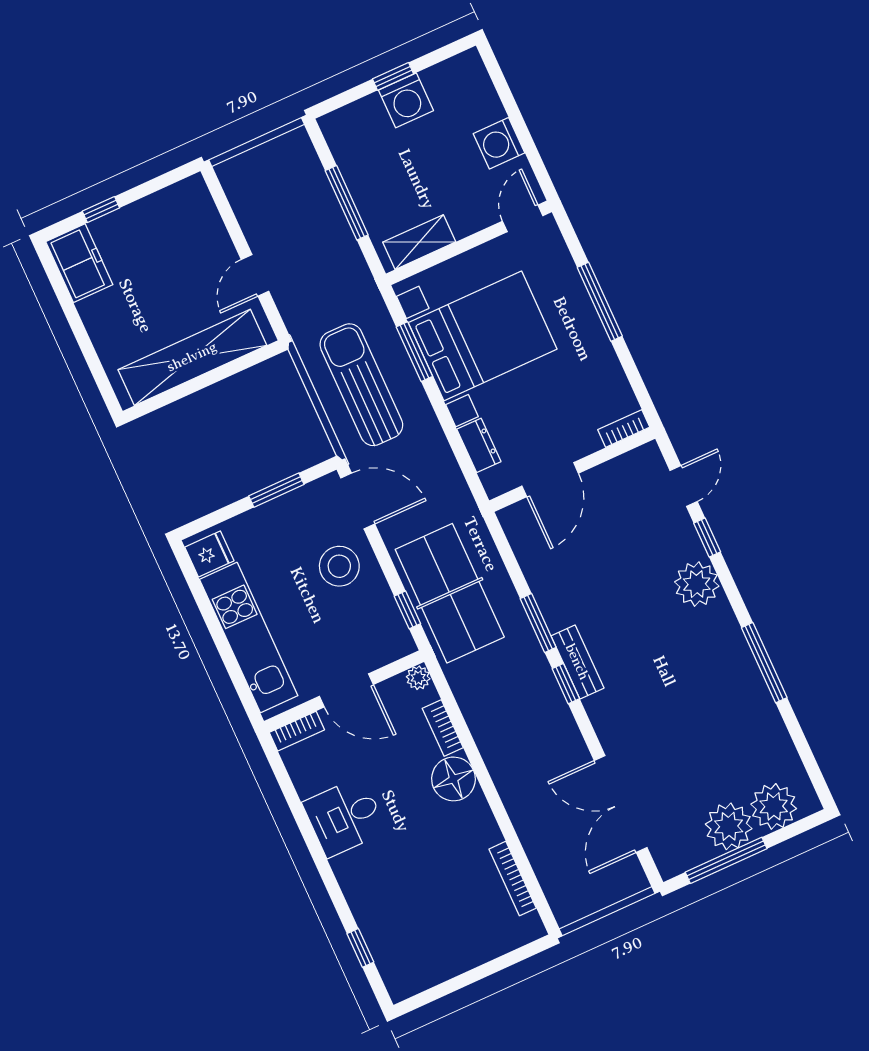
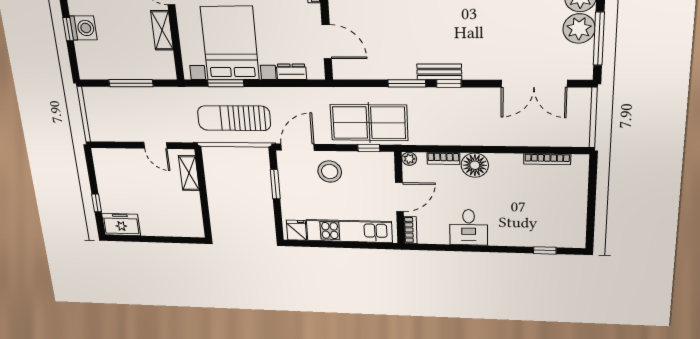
shelving: (419, 242) -> (162, 30), moved
shelving: (192, 357) -> (189, 173), width x0.45, depth x0.75

